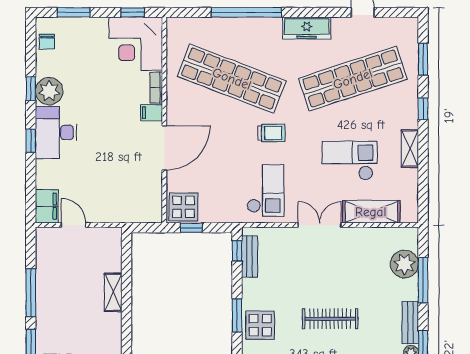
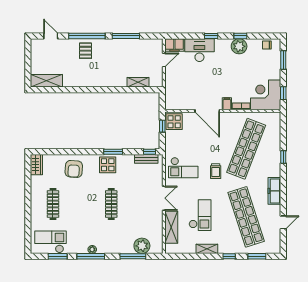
window: (246, 12) -> (283, 157), width x0.32
desk: (56, 132) -> (199, 50), moved
shelving: (113, 292) -> (138, 82), moved
bench: (410, 323) -> (109, 249), removed

